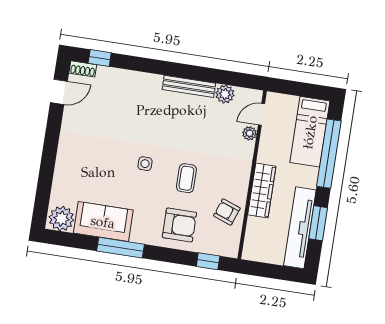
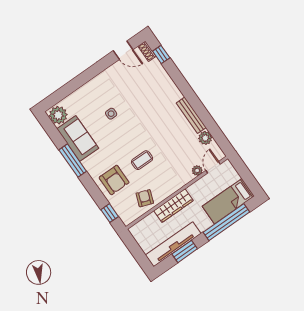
door: (262, 114) -> (213, 167), hinge flipped
side table: (145, 164) -> (111, 114), moved

